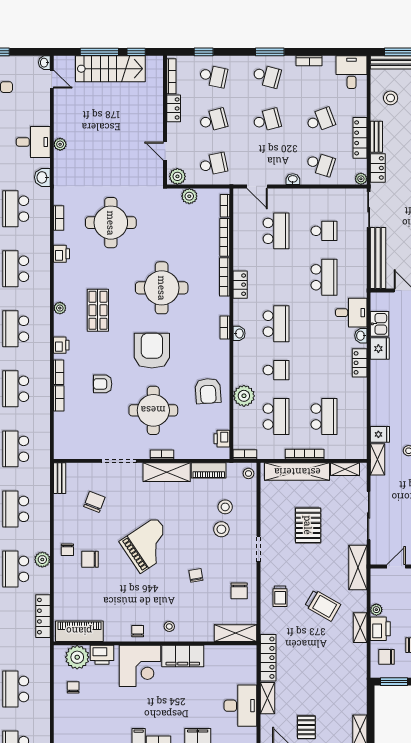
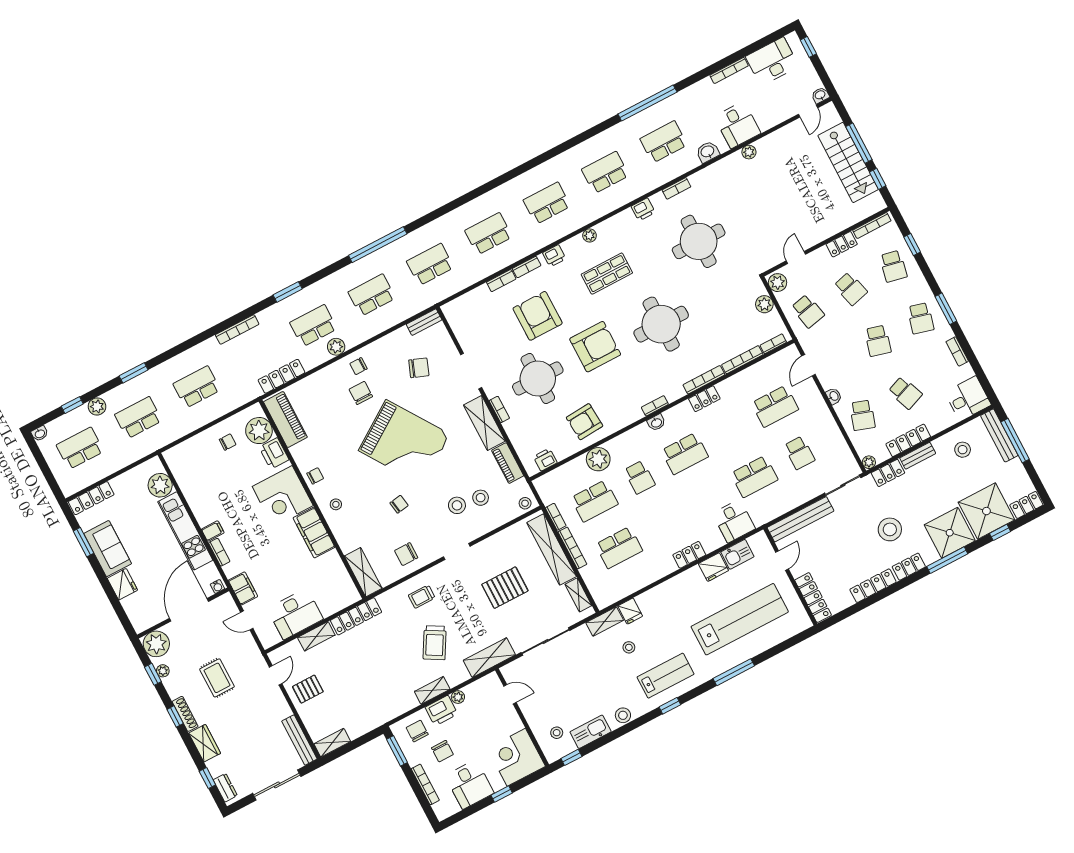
school desk: (267, 120) -> (878, 341), turned 30
washbasin: (361, 336) -> (716, 542), removed
armchair: (103, 384) -> (538, 316), width x1.88, depth x1.88
bookcase: (245, 454) -> (556, 517), moved
grand piano: (148, 545) -> (404, 442), width x1.37, depth x1.48

